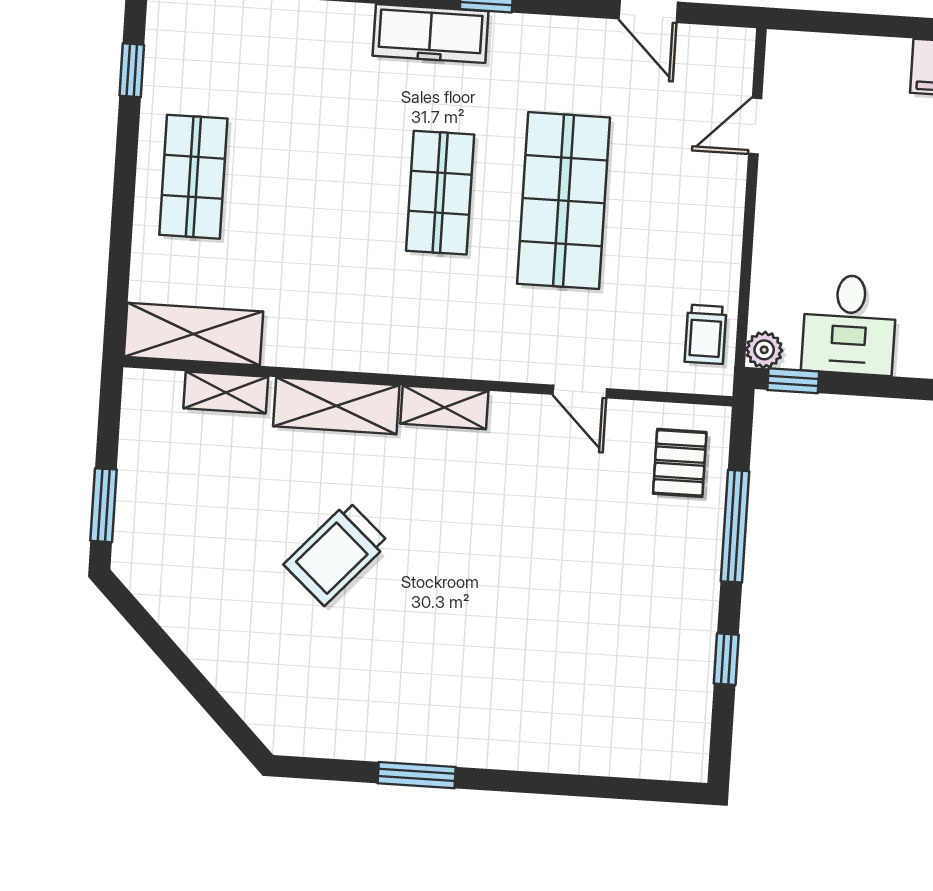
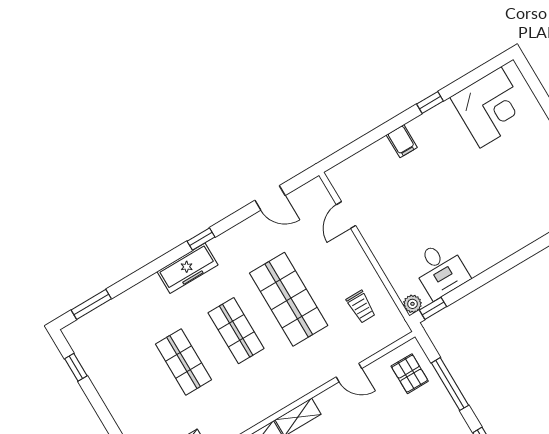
shop shelf: (193, 177) -> (183, 362), moved
trolley: (705, 334) -> (361, 307), moved

